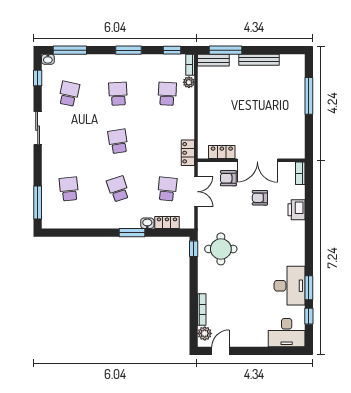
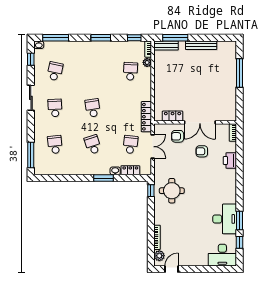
school desk: (118, 94) -> (55, 108), moved
locker: (188, 153) -> (146, 117), width x1.53

